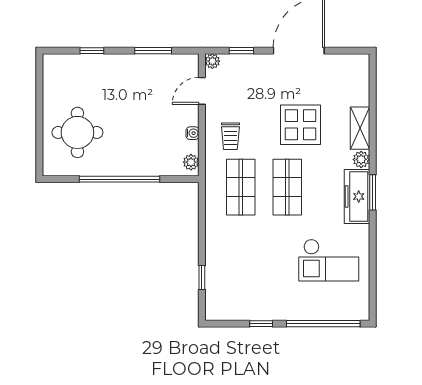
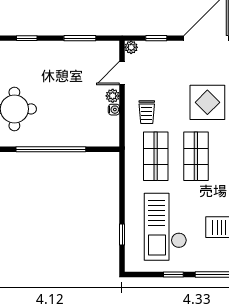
plant: (191, 162) -> (113, 96), moved
checkout: (252, 269) -> (165, 227), added

